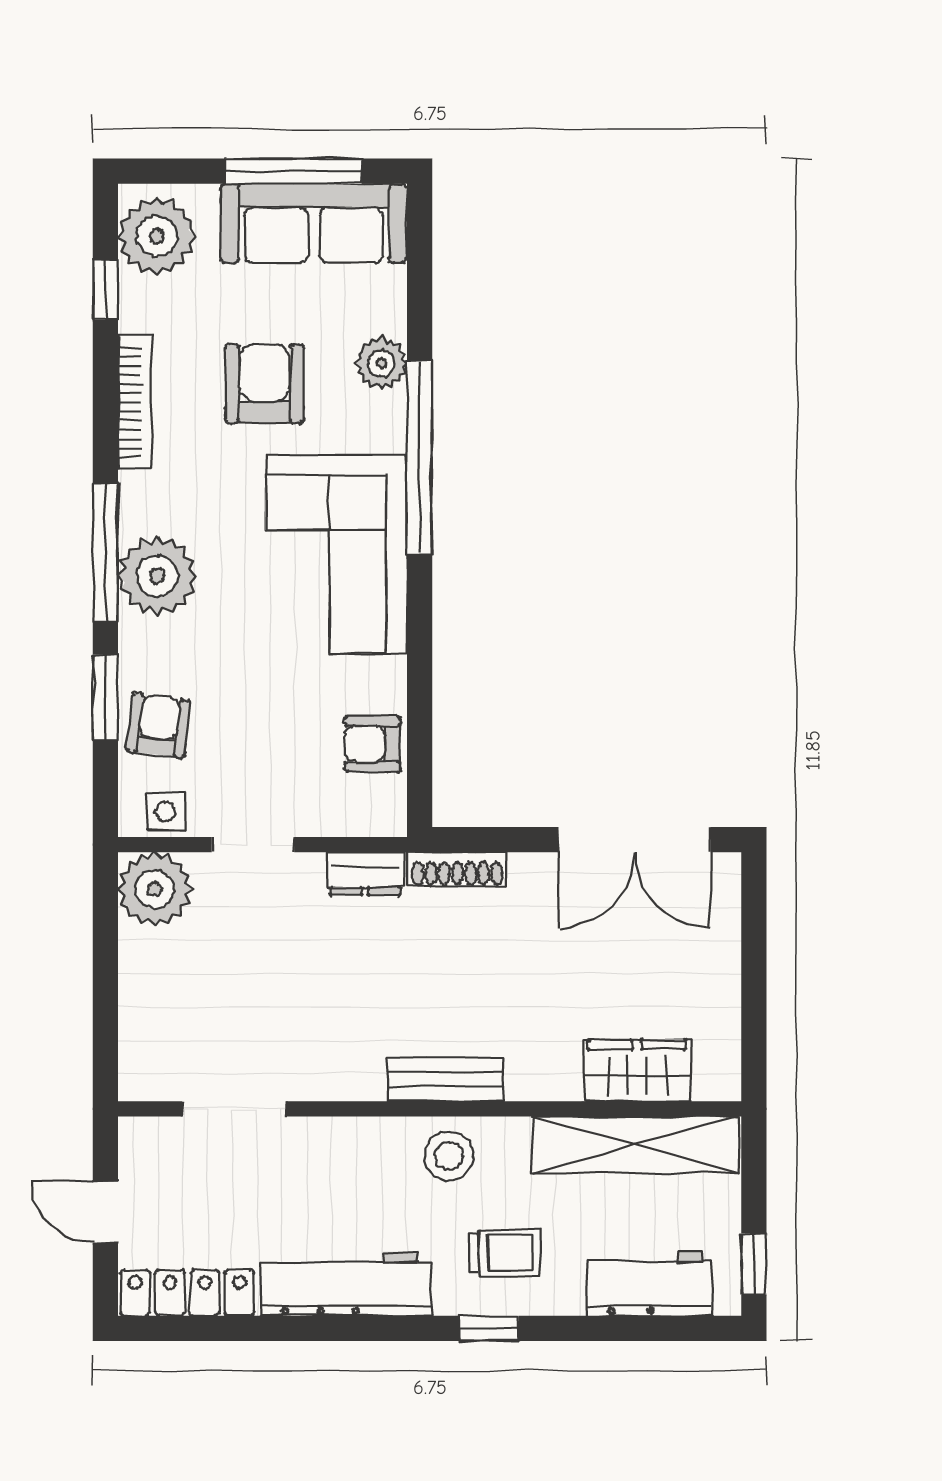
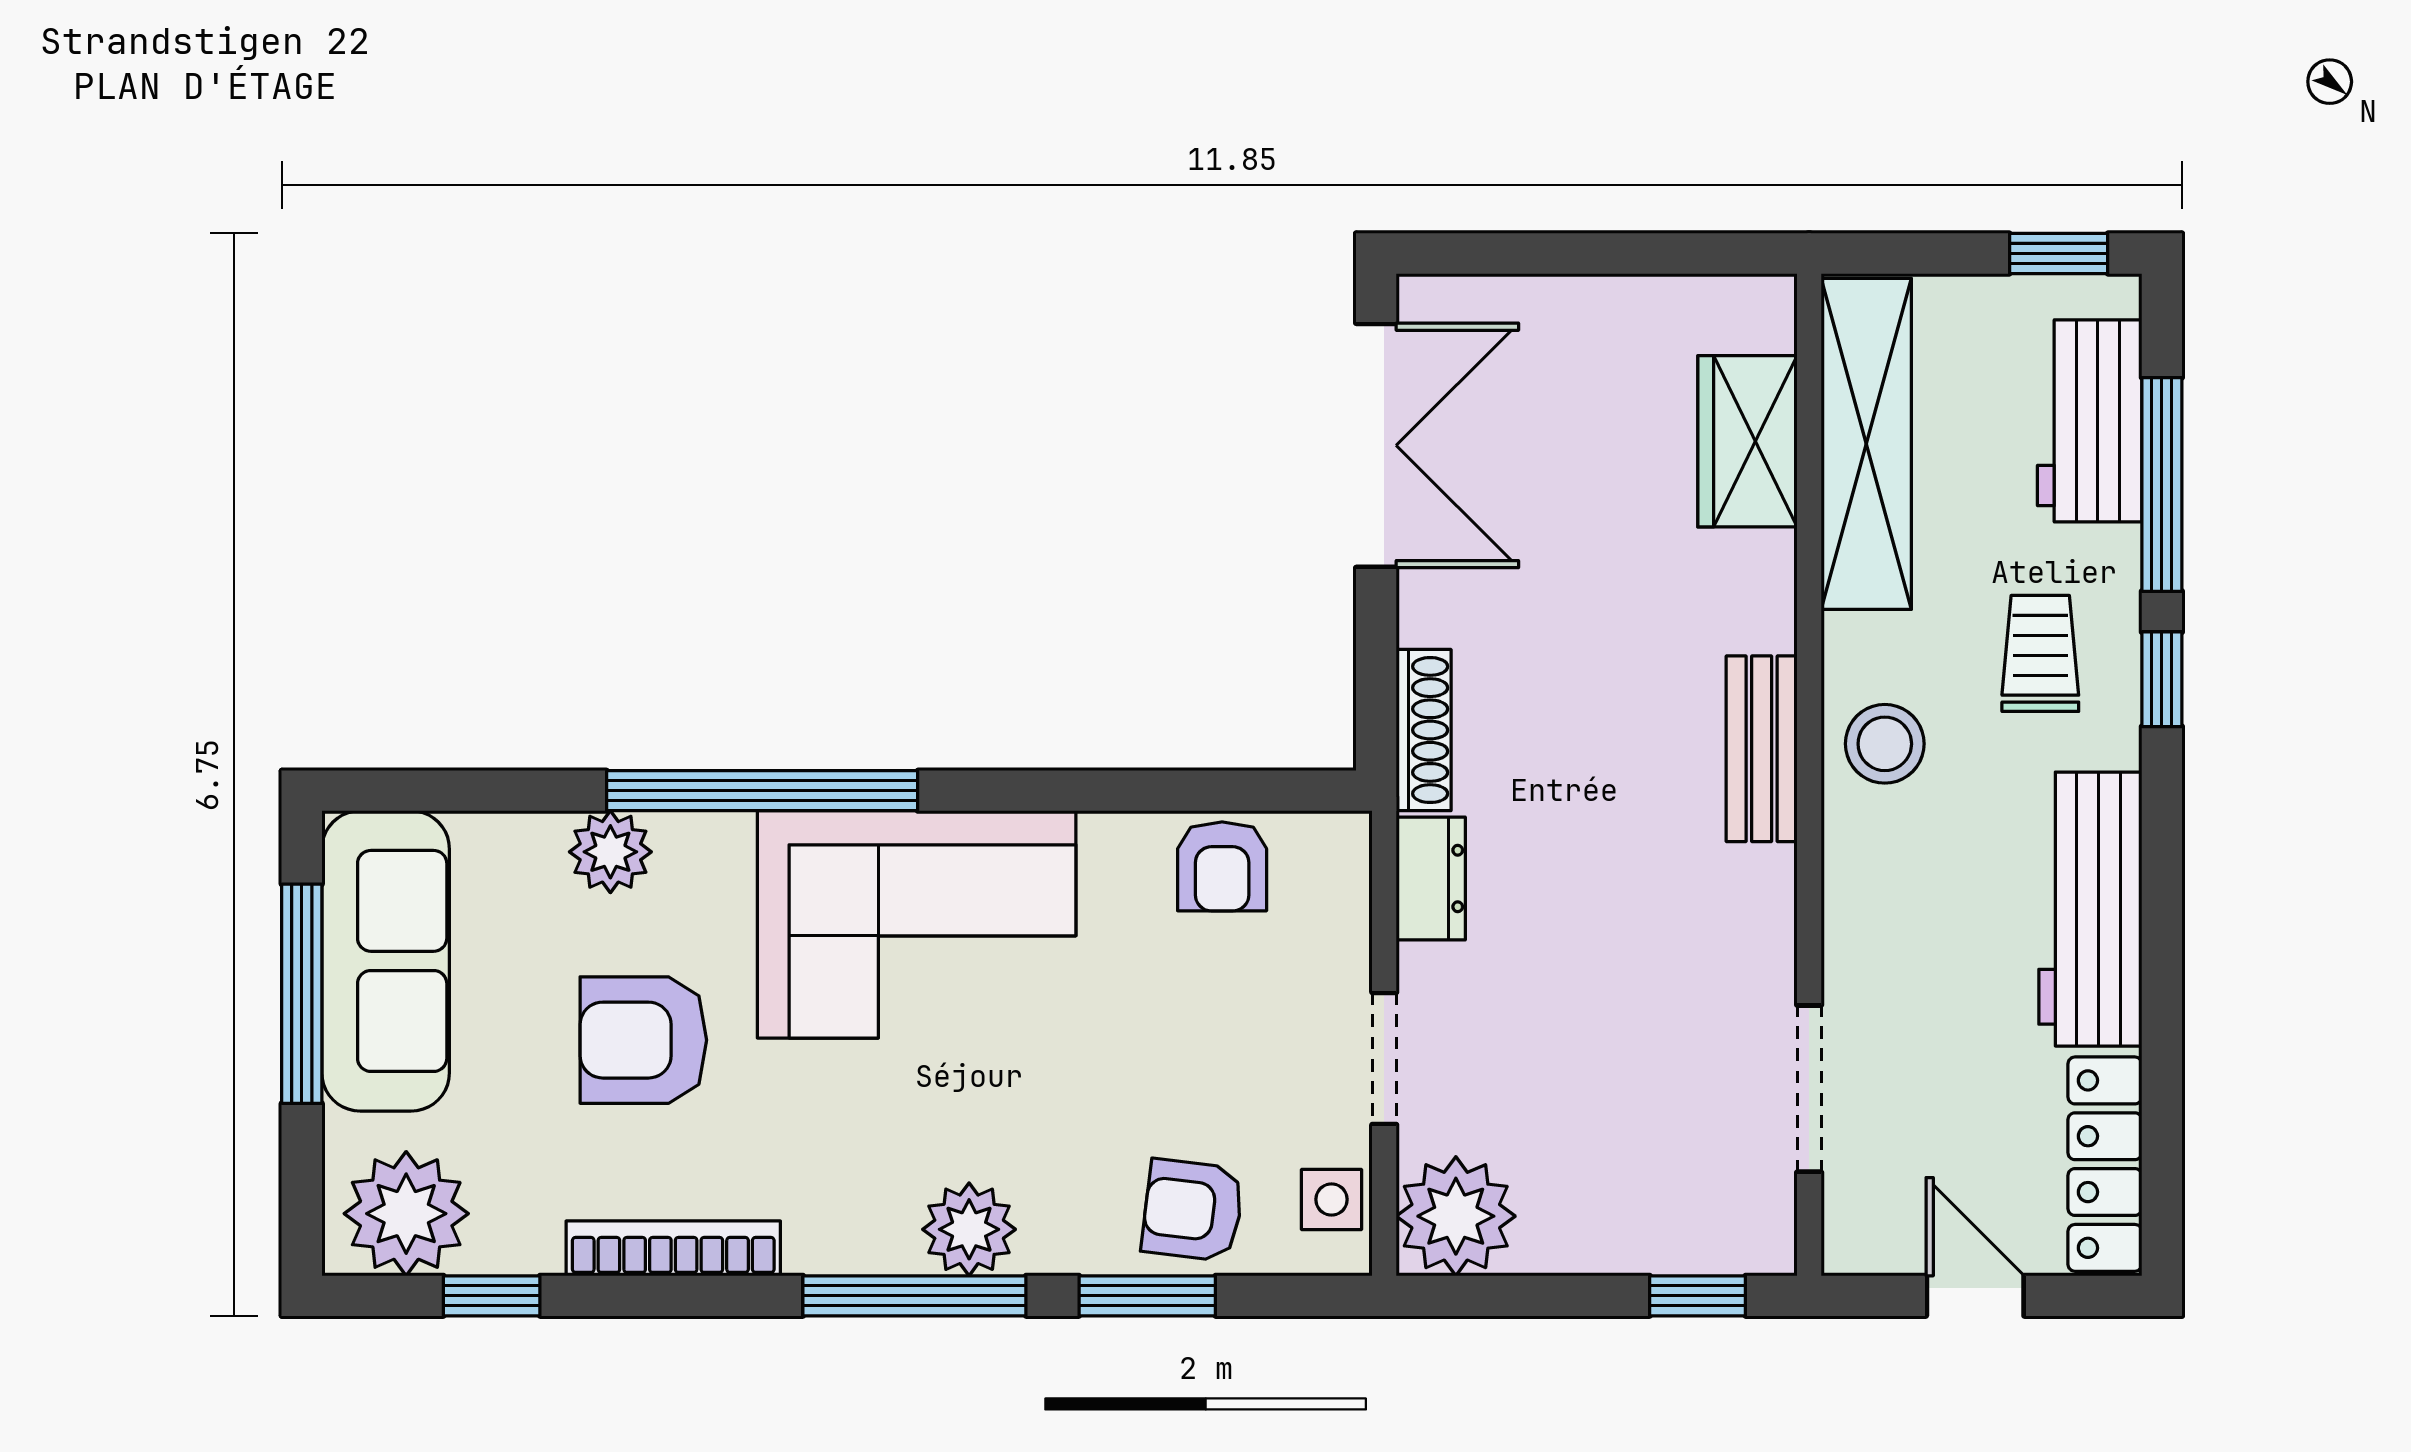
plant: (157, 576) -> (969, 1229), width x0.73, depth x0.73
window: (105, 1040) -> (1698, 1296), added
door: (105, 1212) -> (1975, 1296), swing flipped
window: (610, 1328) -> (2162, 484), added

